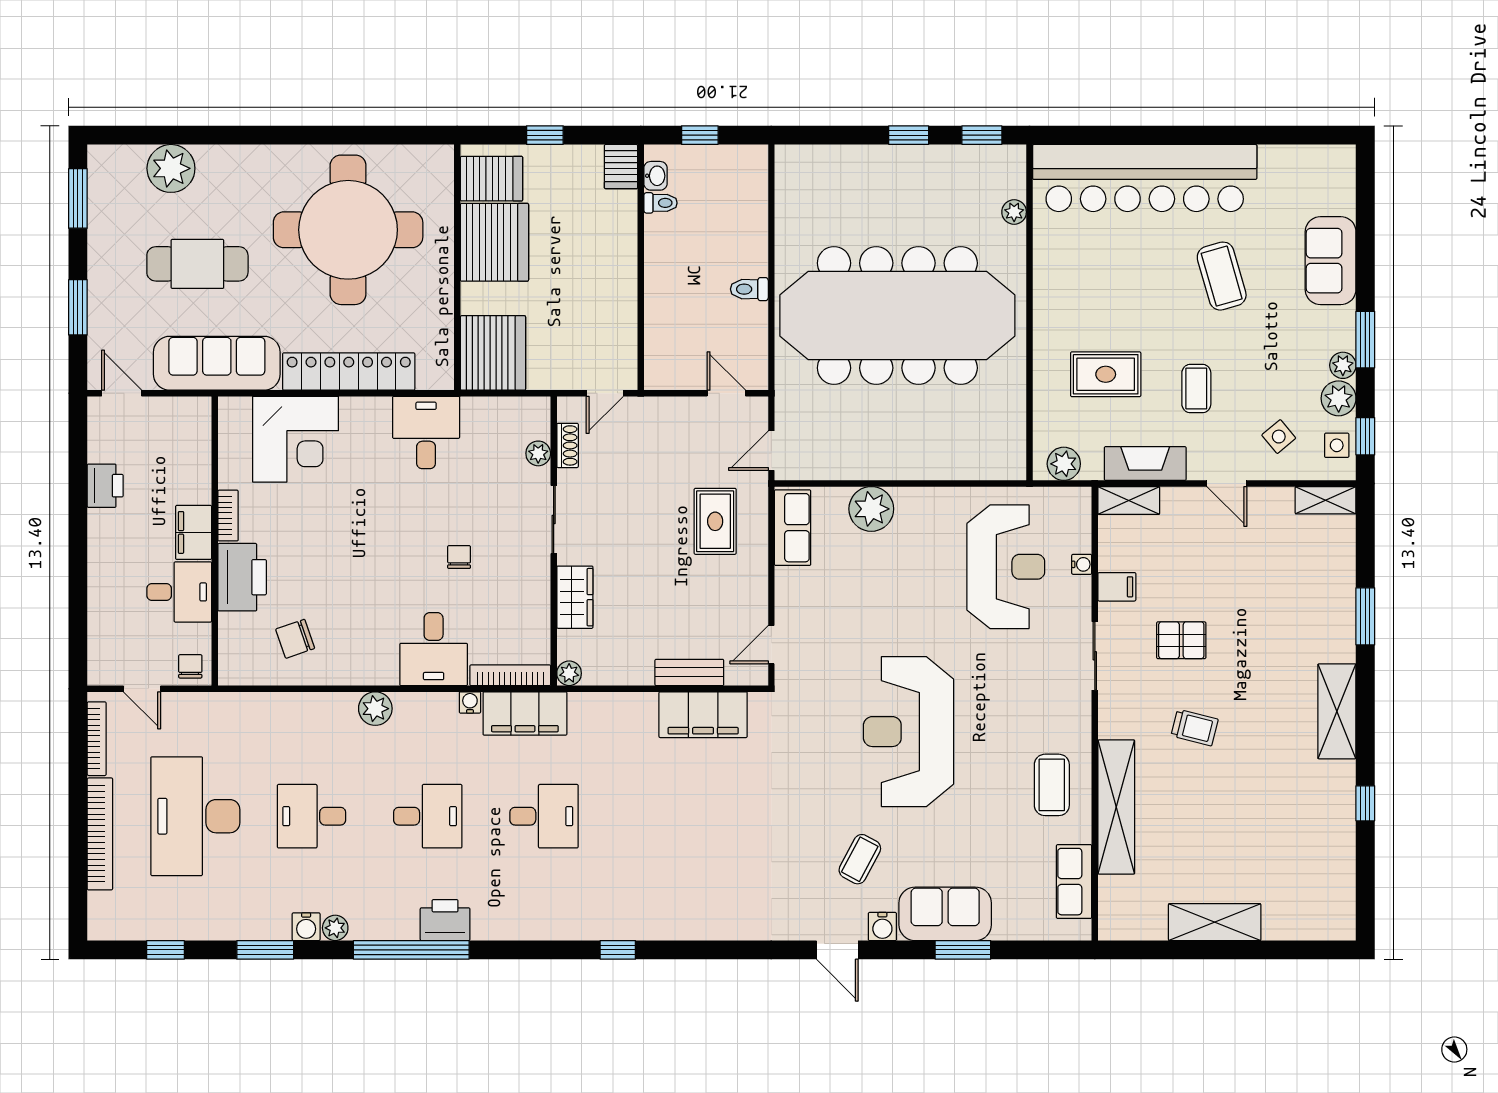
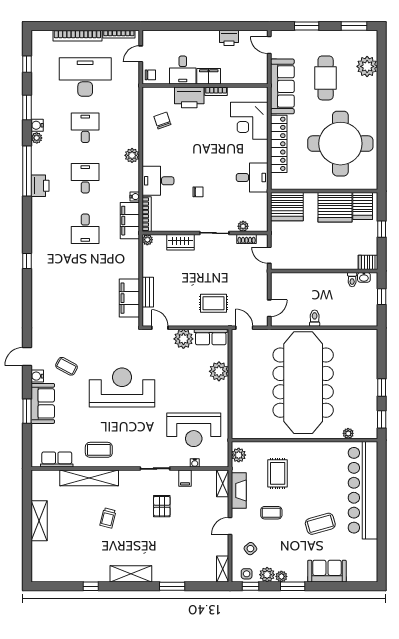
door: (122, 393) -> (269, 45), swing flipped
plant: (797, 590) -> (183, 339), added
trolley: (1195, 728) -> (108, 518), moved
desk: (428, 816) -> (85, 178), turned 180

